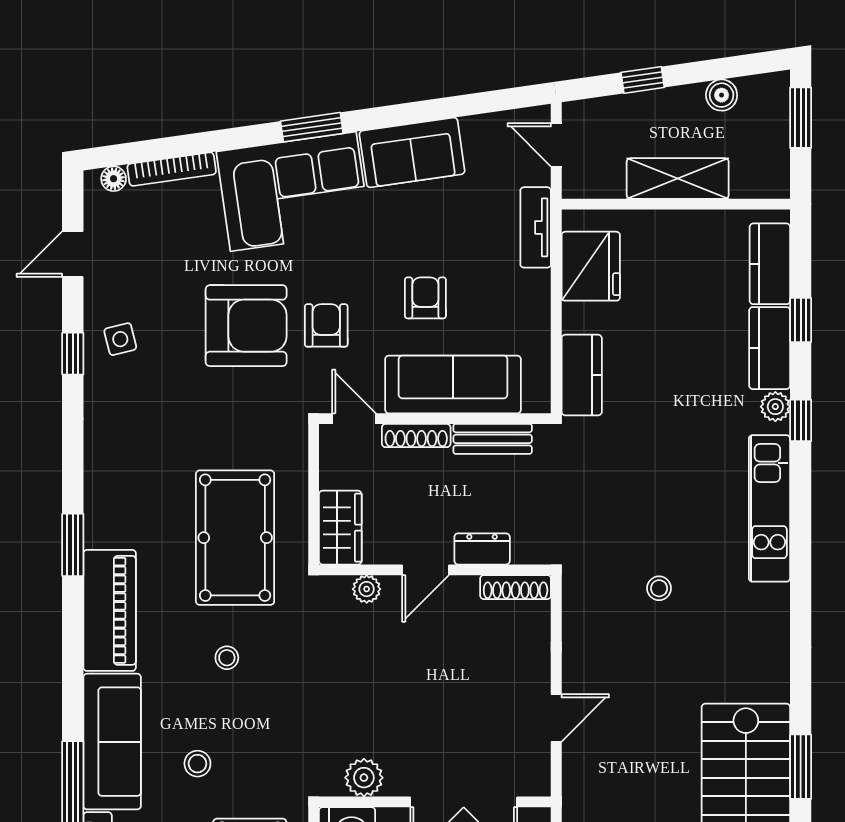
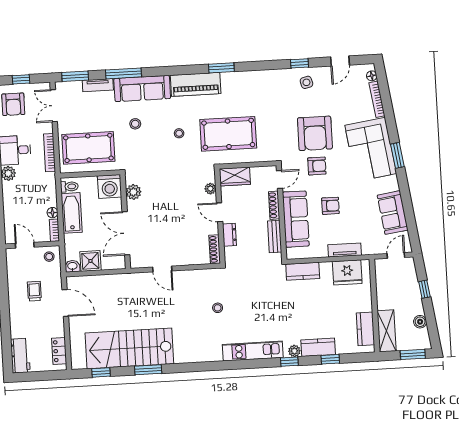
sofa: (412, 152) -> (393, 213), moved
shelving: (678, 178) -> (386, 331), moved
tv unit: (536, 227) -> (345, 250), moved
door: (73, 254) -> (340, 61), swing flipped
kitchen counter: (770, 264) -> (365, 329), moved, turned -90

